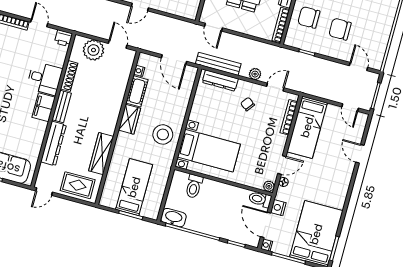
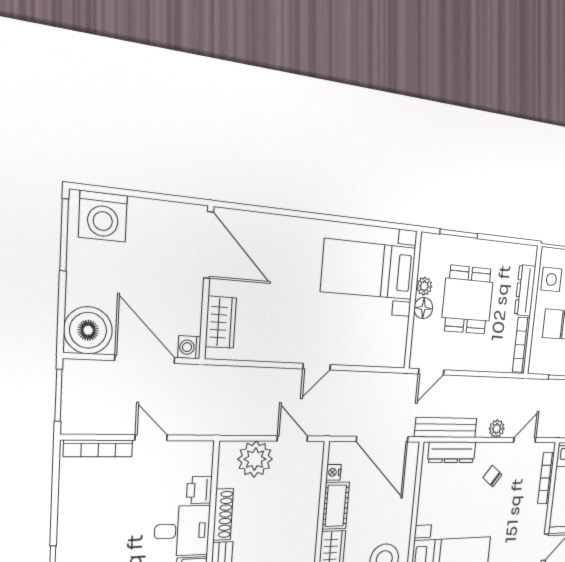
door: (213, 27) -> (431, 372), hinge flipped
printer: (63, 38) -> (199, 490), moved, turned 90
door: (174, 60) -> (382, 439), width x1.36

